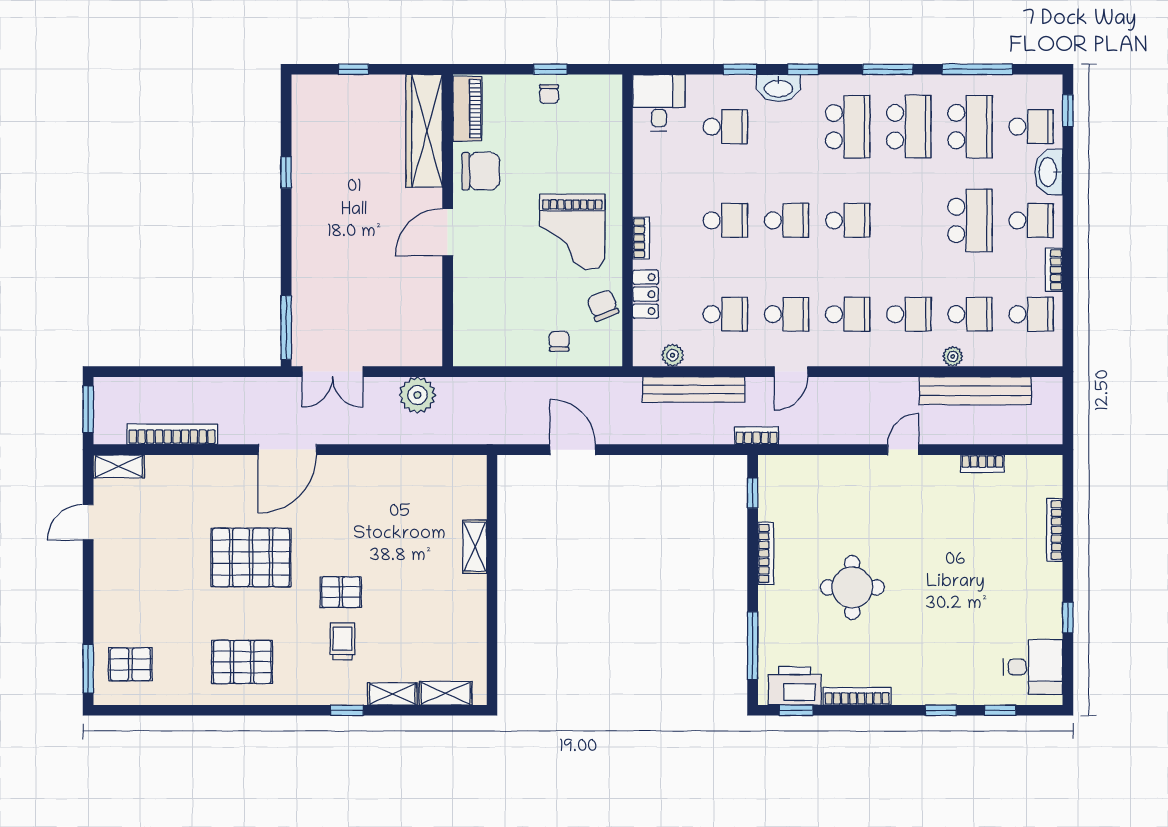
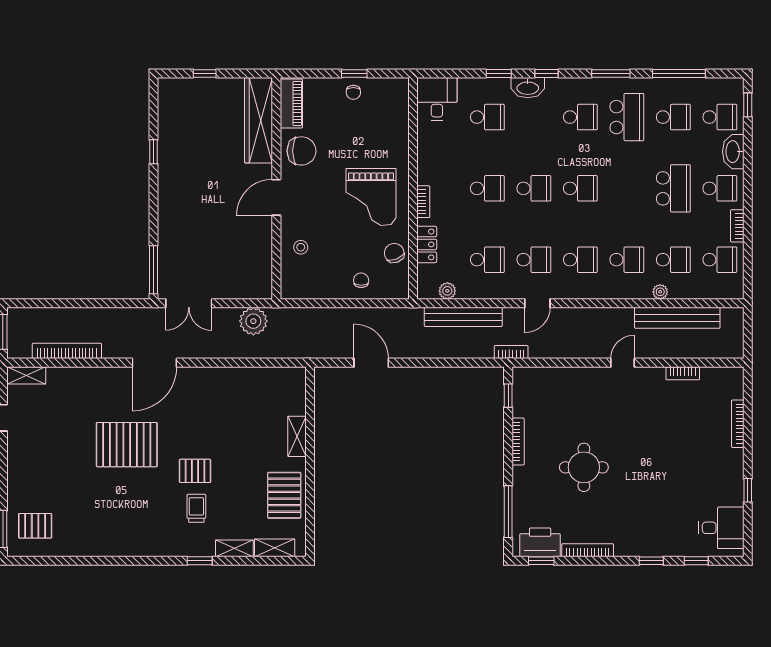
school desk: (848, 127) -> (580, 117), width x0.54
school desk: (970, 127) -> (673, 117), width x0.54
stool: (480, 298) -> (301, 247), added
pallet: (242, 662) -> (284, 495), moved, turned 90

